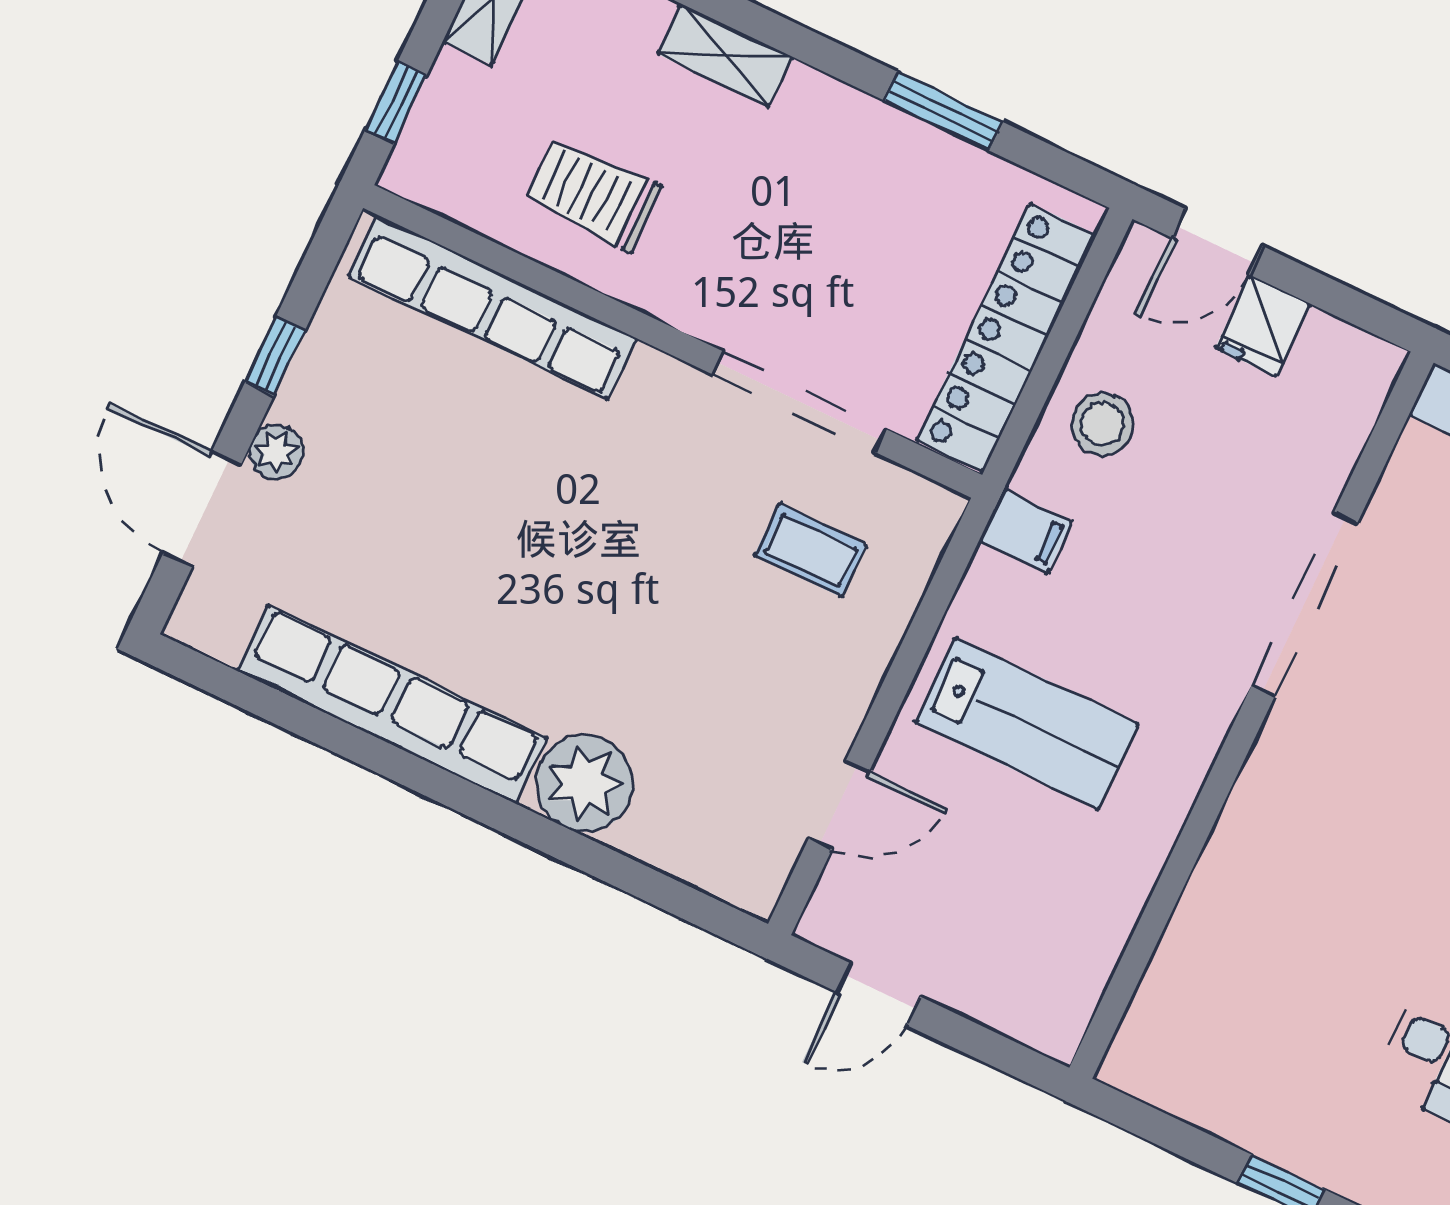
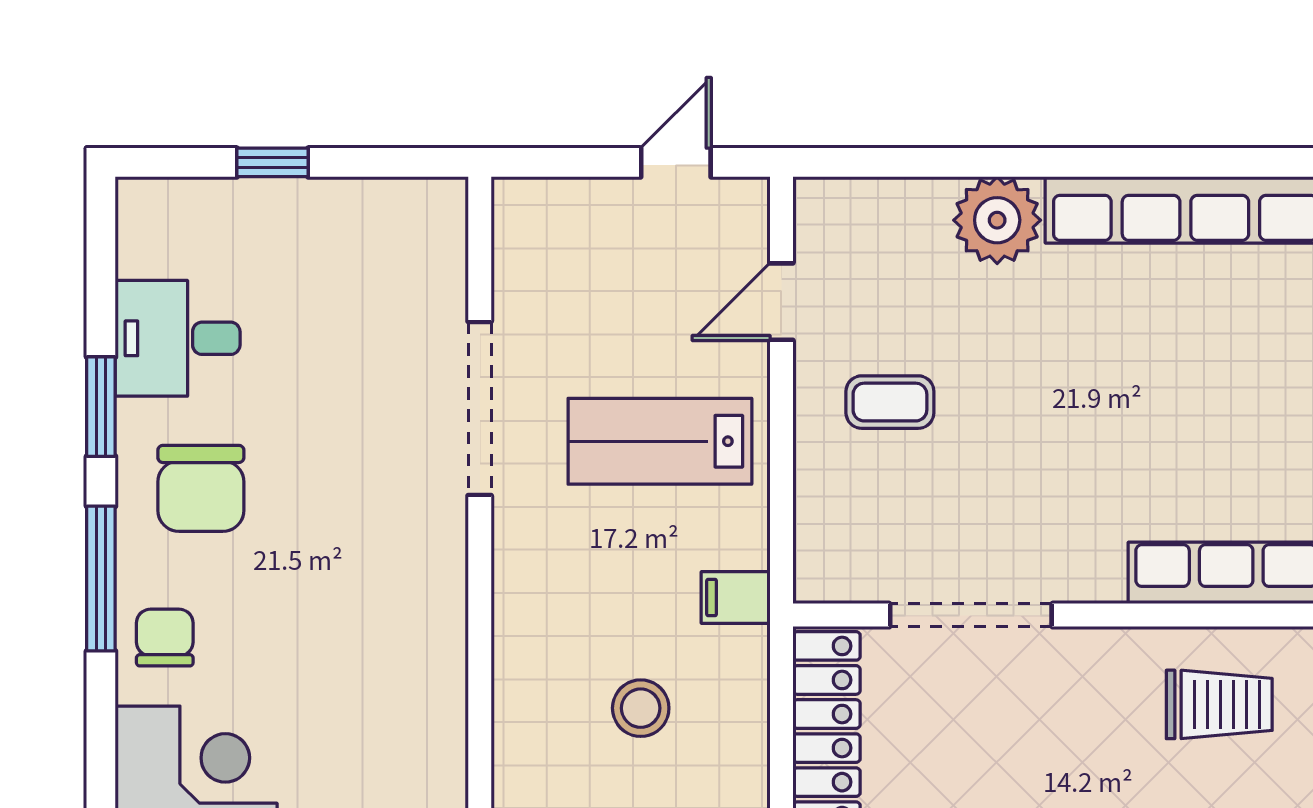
stool: (1102, 424) -> (641, 708), moved
coffee table: (811, 550) -> (890, 402), moved
doorway: (1304, 604) -> (480, 409), moved

